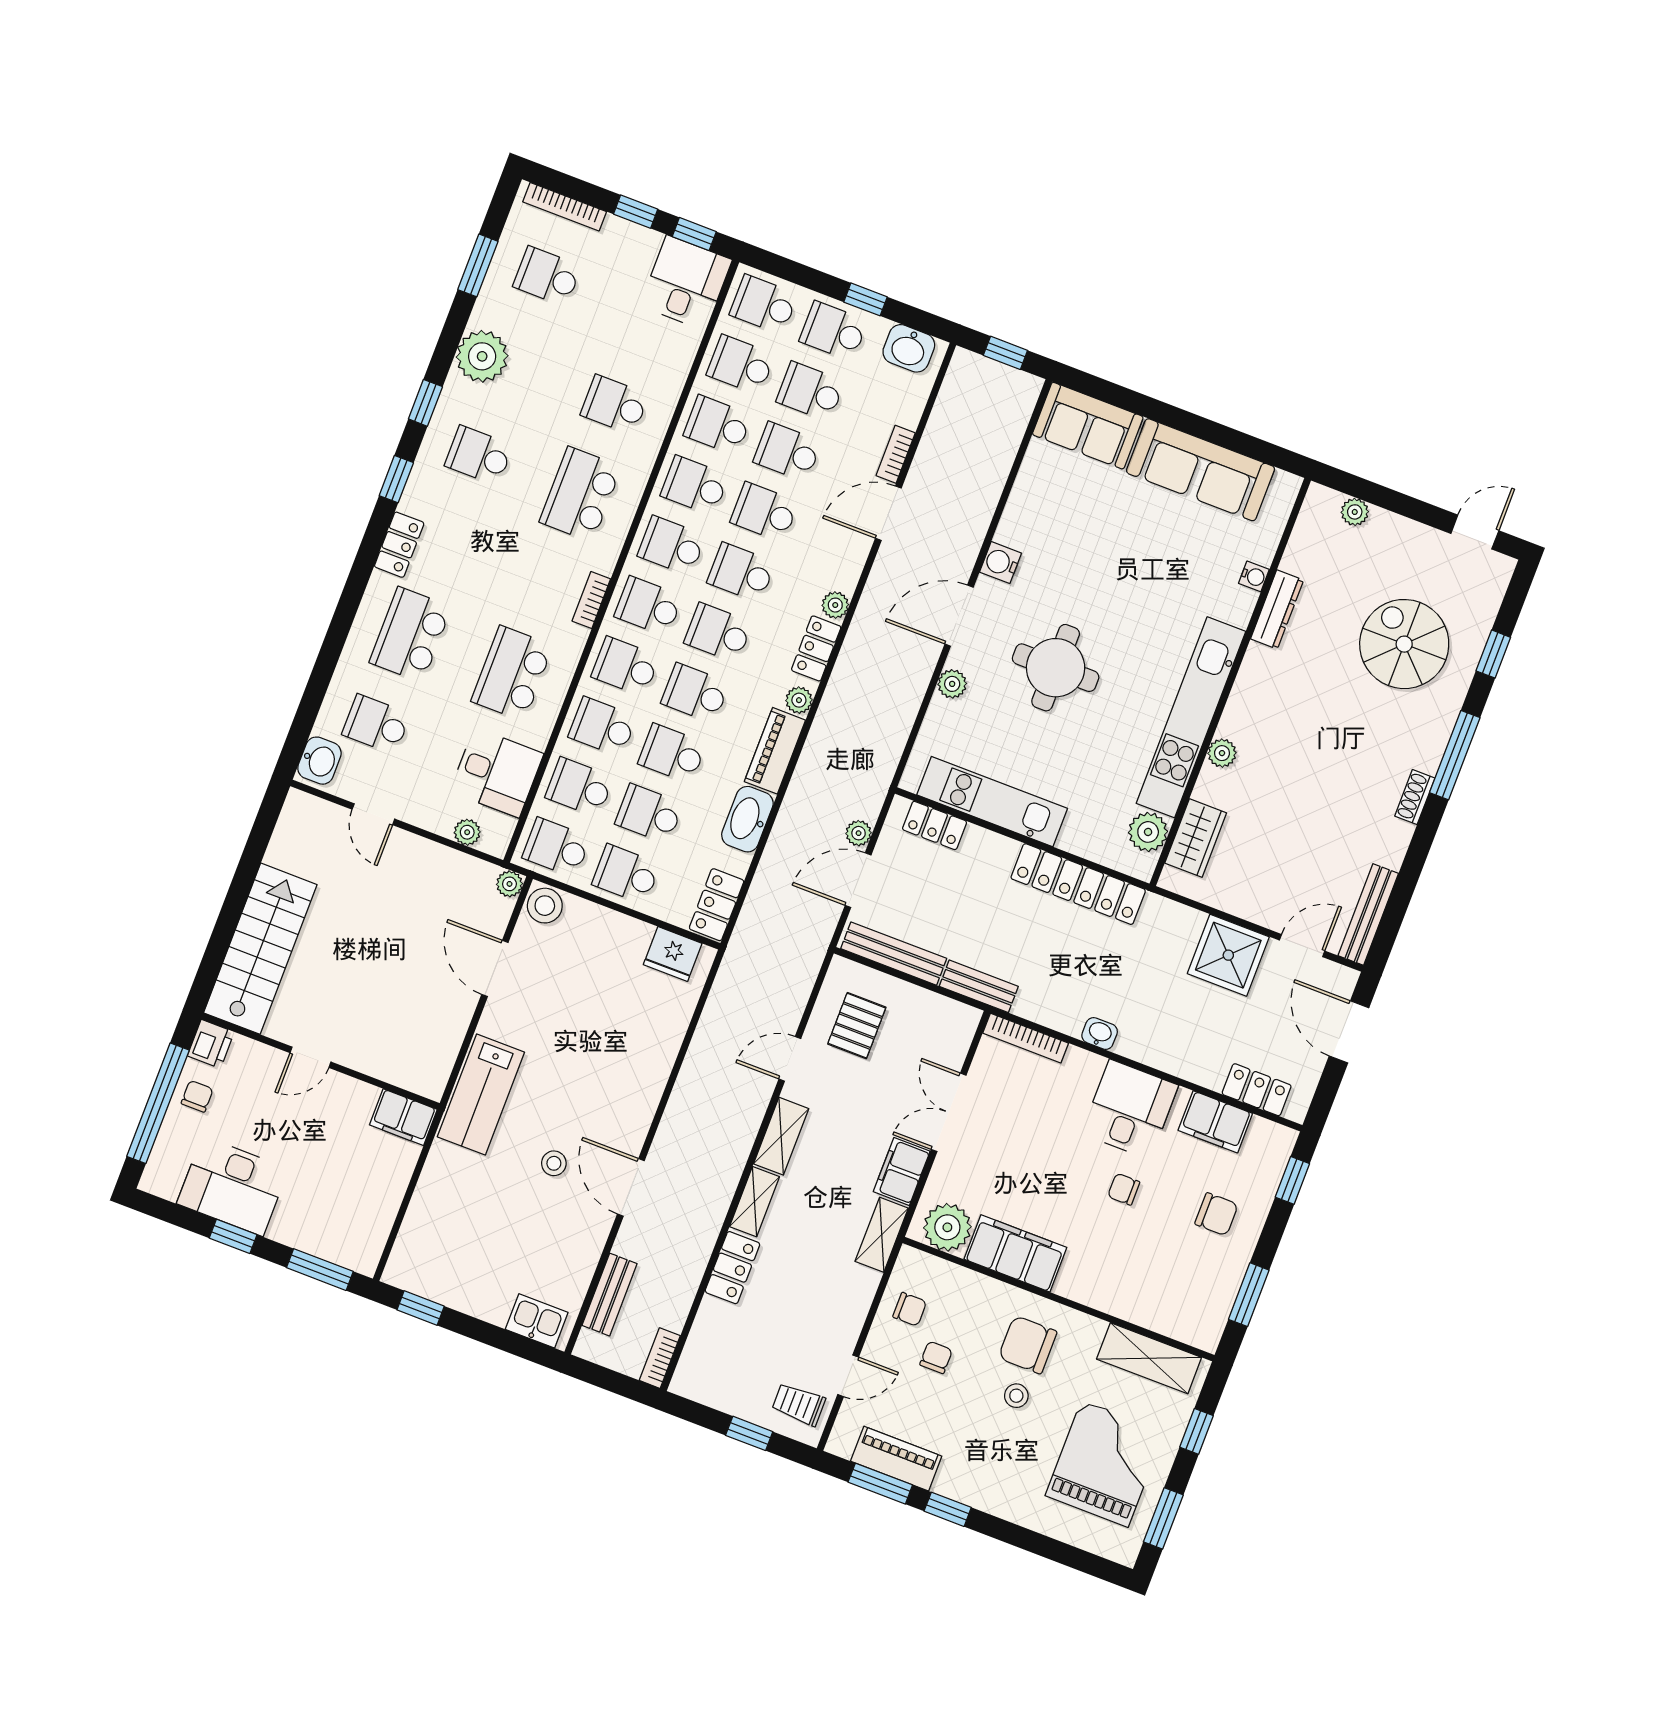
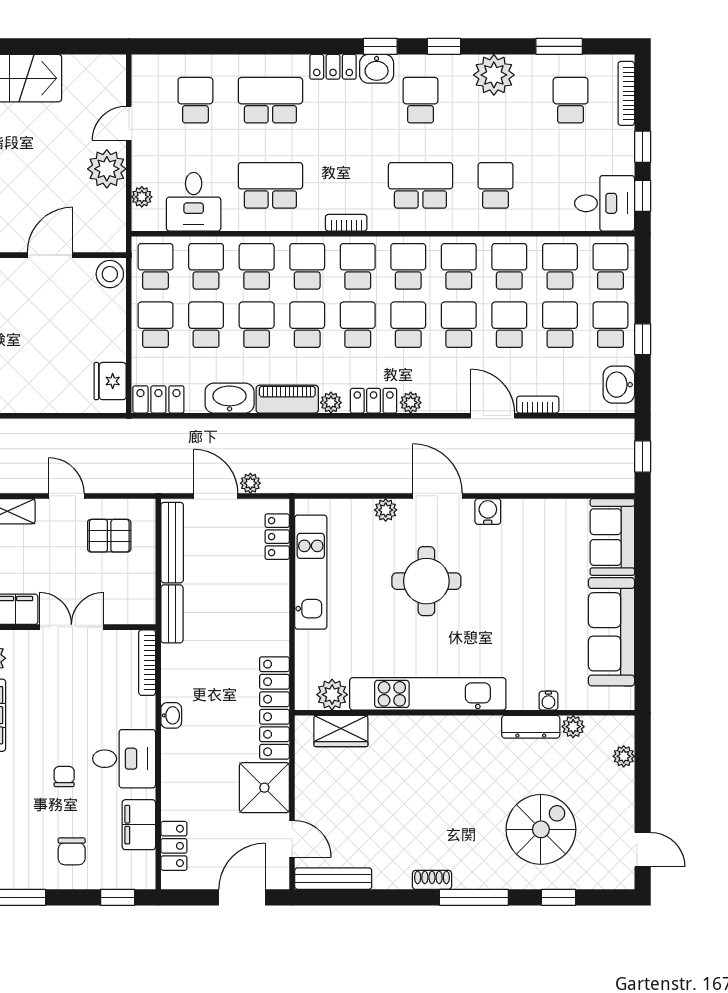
plant: (1222, 753) -> (573, 727), moved
washbasin: (319, 761) -> (377, 69), moved
plant: (509, 884) -> (107, 169), moved, width x1.88, depth x1.88
locker: (1078, 884) -> (274, 708), moved

